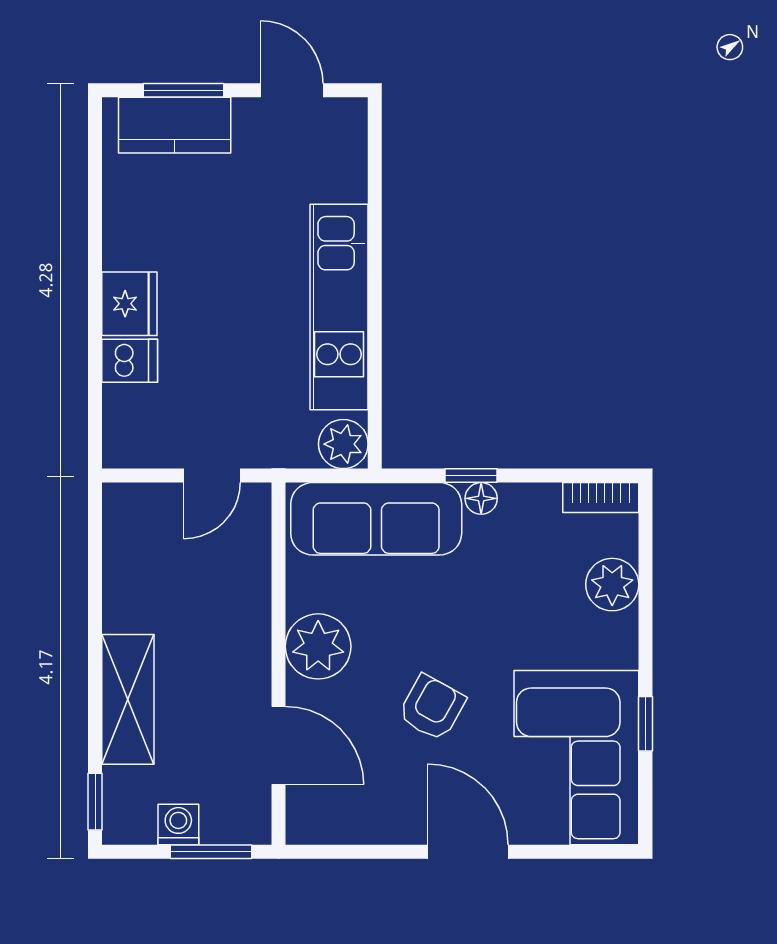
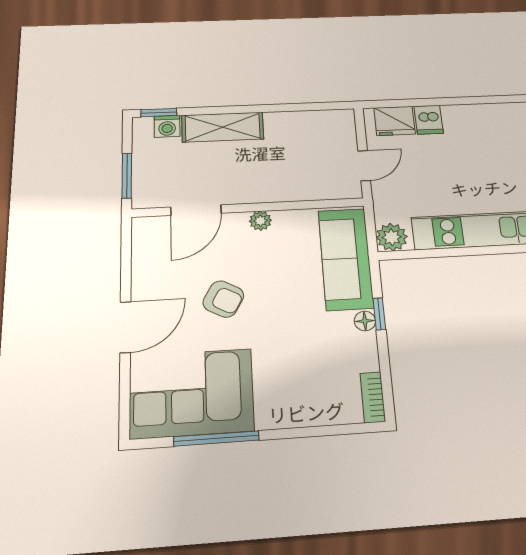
fridge: (129, 304) -> (394, 121), moved
door: (212, 476) -> (364, 166), swing flipped
plant: (612, 585) -> (313, 409), removed
plant: (318, 646) -> (260, 221), width x0.53, depth x0.53
window: (645, 724) -> (216, 438), width x2.17
washing machine: (178, 825) -> (167, 126), moved, turned 90

